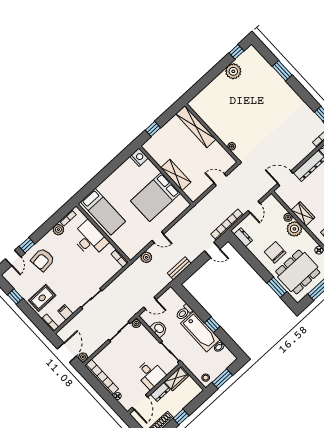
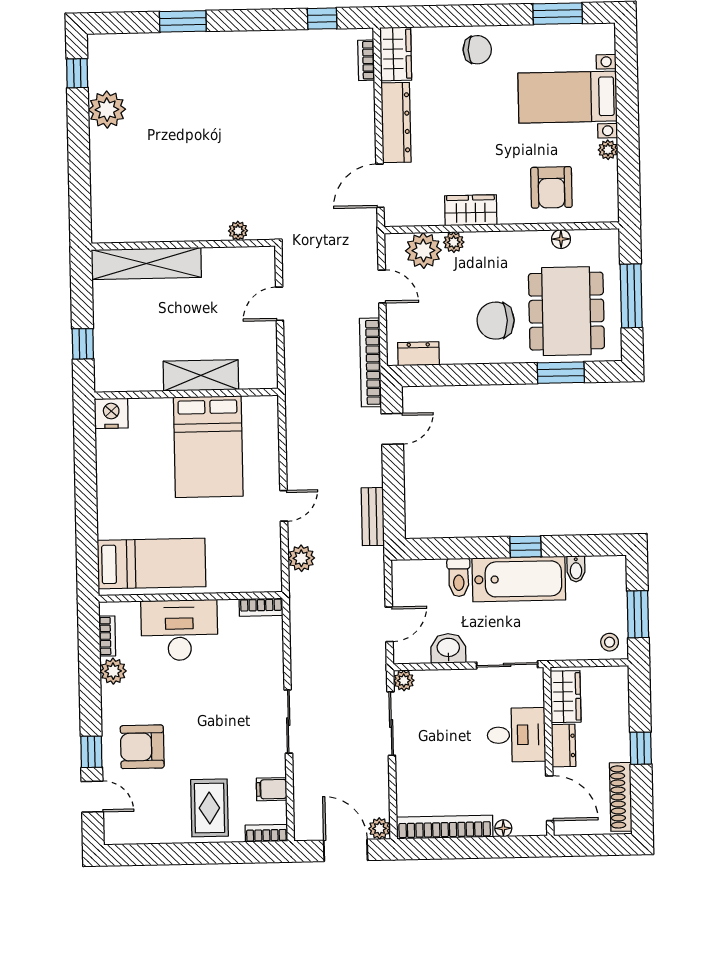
plant: (294, 229) -> (423, 250), moved
armchair: (43, 260) -> (142, 747), turned 96
window: (15, 297) -> (164, 854), removed

